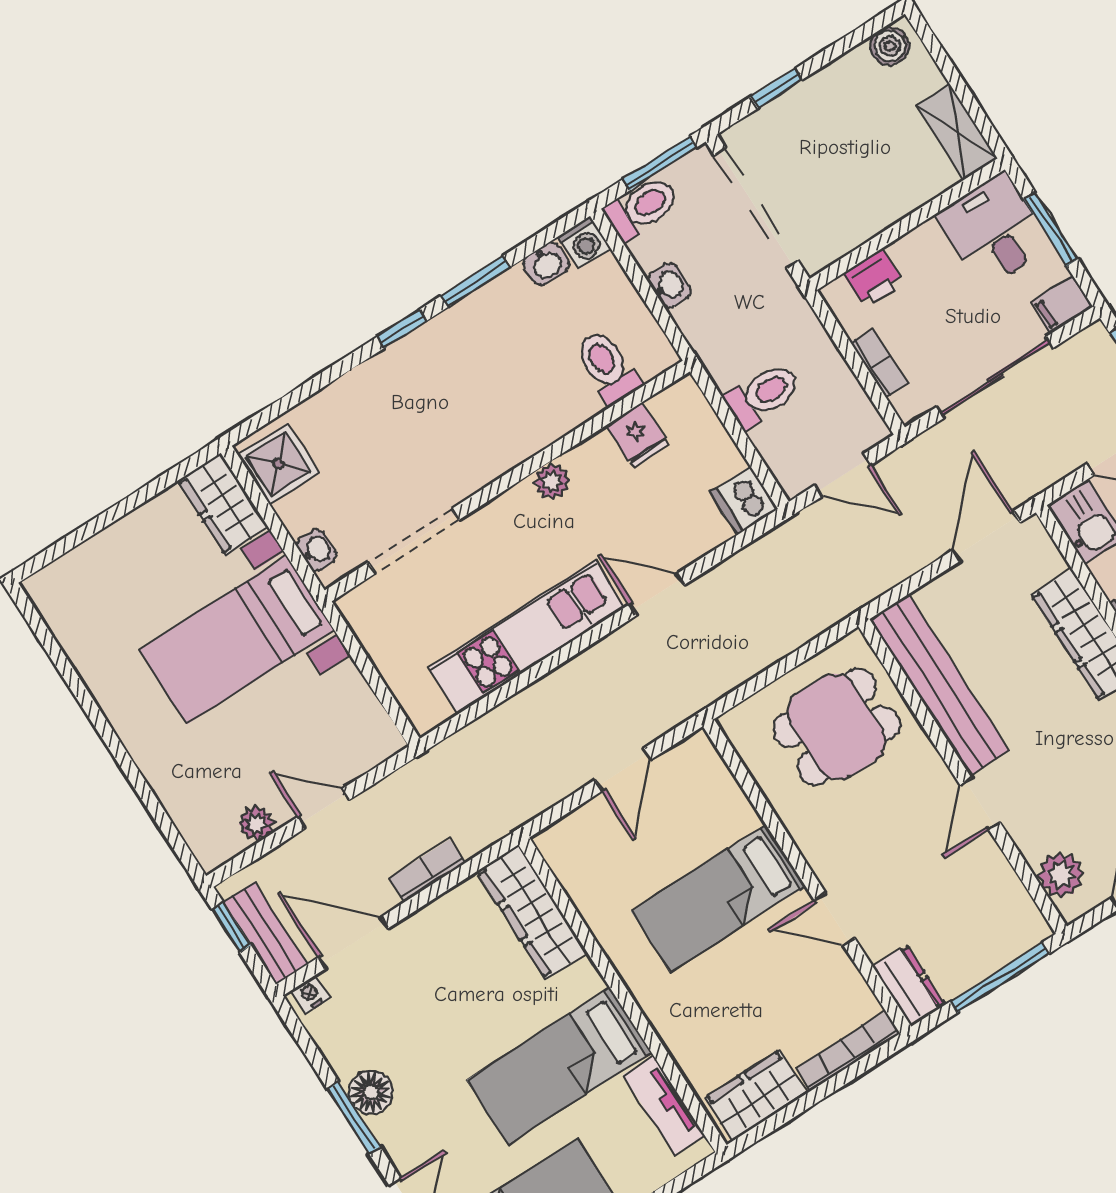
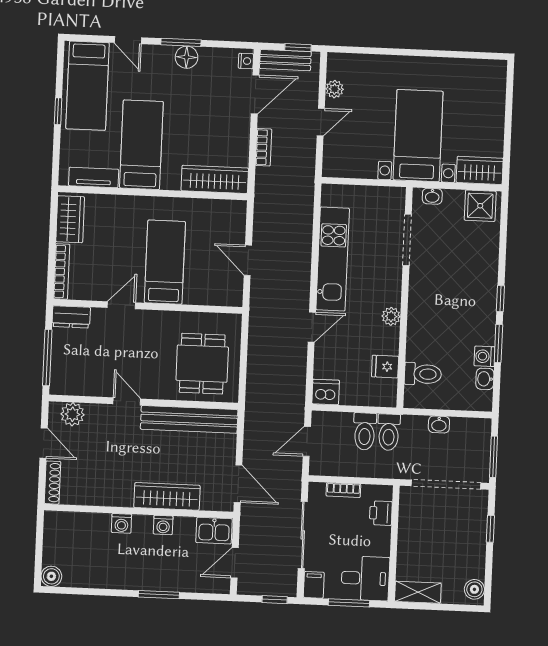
toilet: (642, 208) -> (389, 432), moved
washing machine: (584, 242) -> (485, 356), moved

